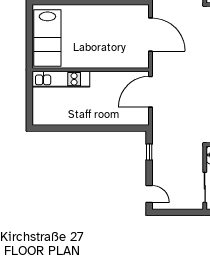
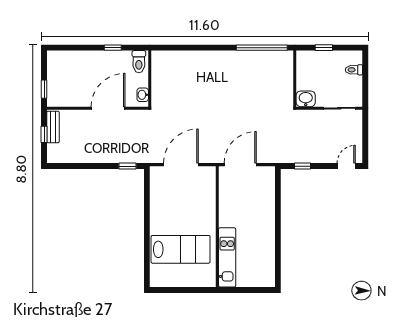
lab bench: (47, 38) -> (181, 249), moved
door: (150, 92) -> (240, 165), swing flipped

